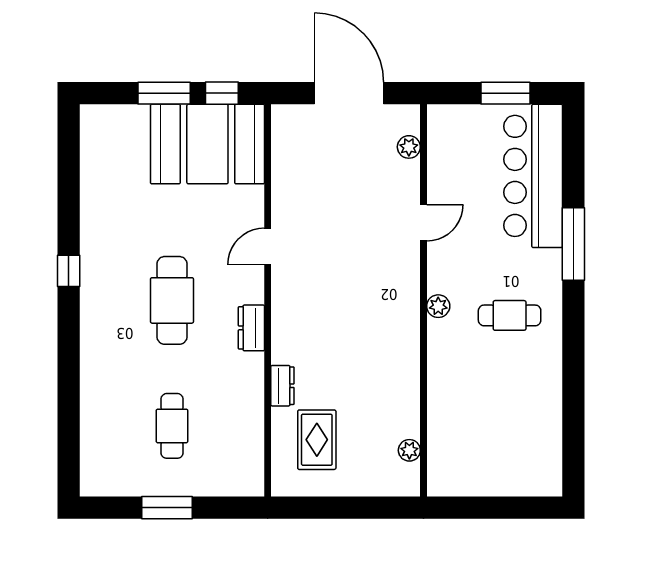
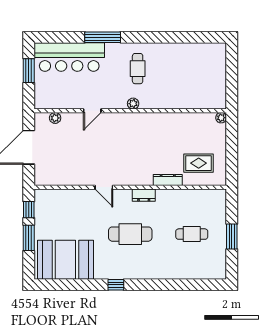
booth: (207, 144) -> (65, 260), moved, turned 90
door: (424, 223) -> (92, 111), swing flipped
dresser: (282, 386) -> (168, 180), width x1.44
plant: (409, 450) -> (221, 118), moved

